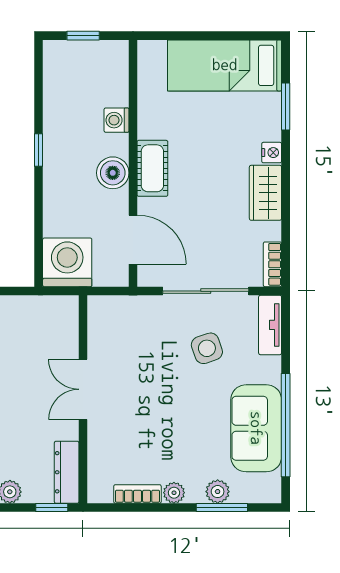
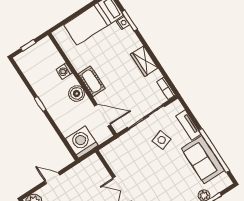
nightstand: (272, 153) -> (123, 23), moved
tv unit: (270, 325) -> (188, 125), moved

